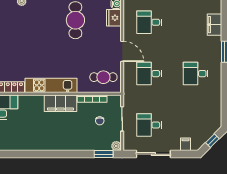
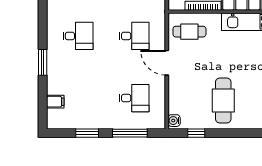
fridge: (114, 18) -> (177, 103), removed
filing cabinet: (214, 25) -> (55, 102), width x0.50

